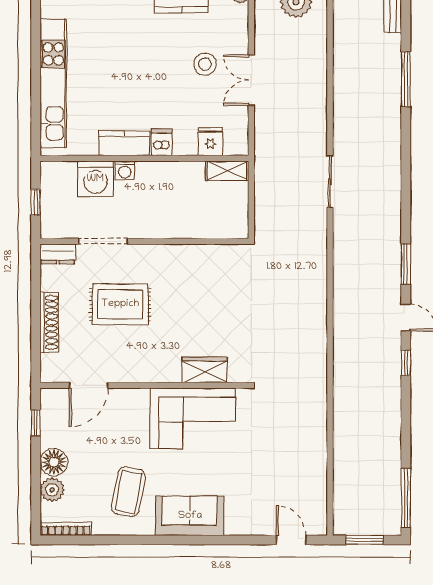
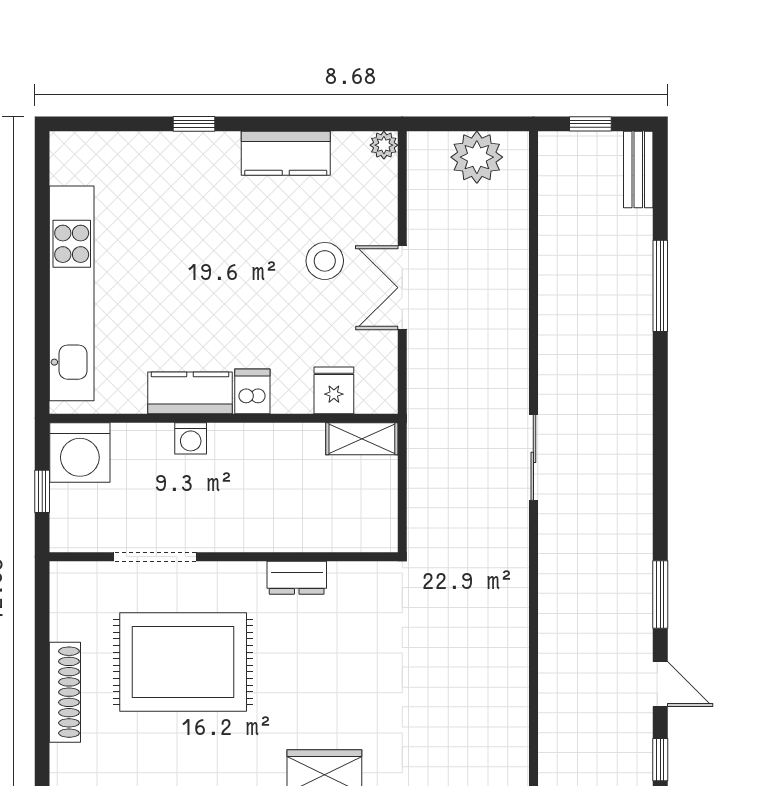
washing machine: (95, 179) -> (80, 453), moved
dresser: (58, 254) -> (297, 578), moved
rug: (120, 304) -> (183, 662), width x1.37, depth x1.44

